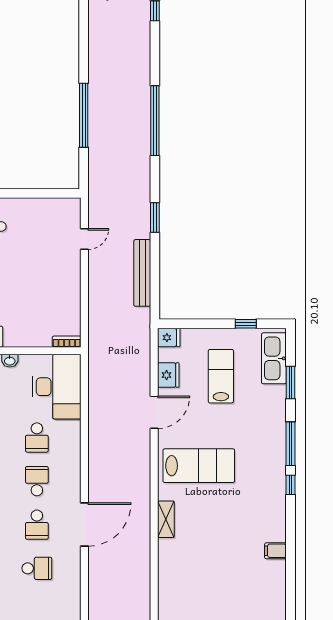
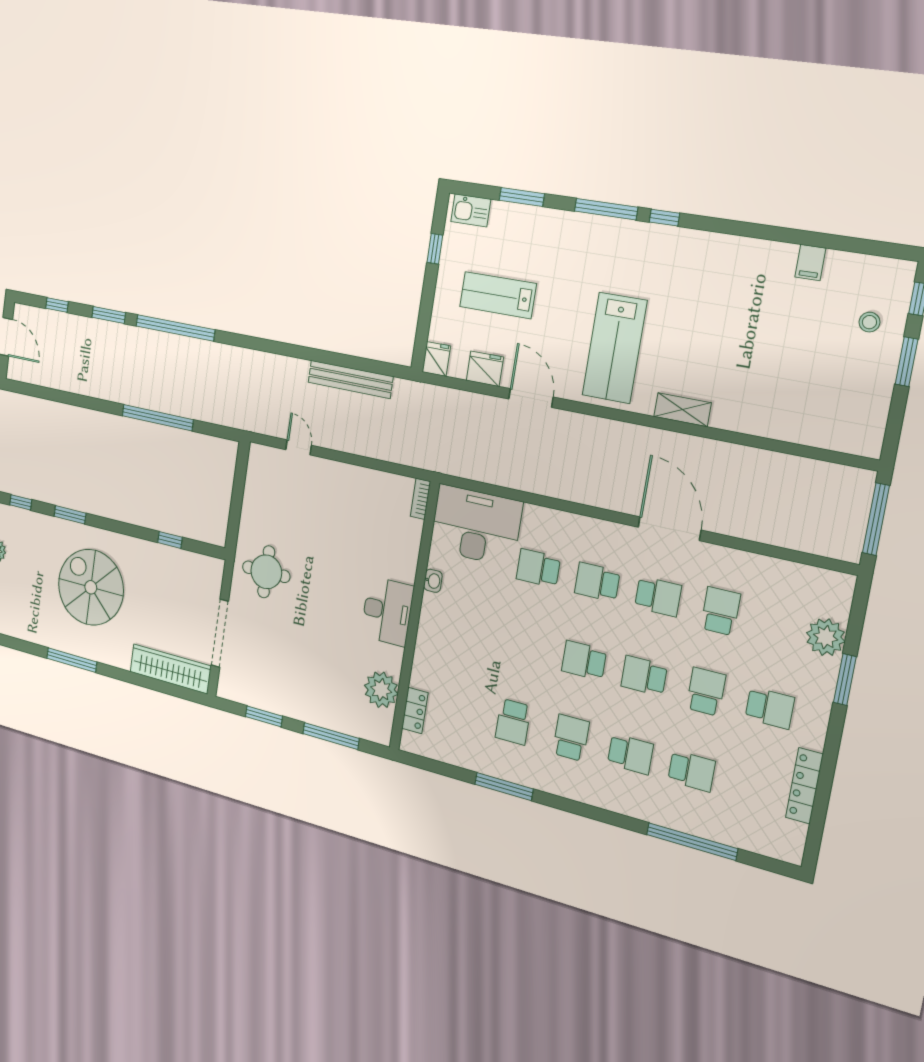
window: (155, 218) -> (109, 315), moved
kitchen sink: (274, 358) -> (471, 210), width x0.53, depth x0.81
school desk: (37, 438) -> (538, 568), turned 180
lab bench: (199, 466) -> (615, 348), turned 180
filing cabinet: (275, 551) -> (810, 263), moved

